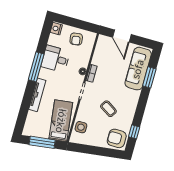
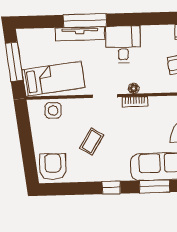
desk: (55, 59) -> (123, 44), moved
window: (36, 67) -> (85, 21), moved
window: (134, 132) -> (111, 188), moved

